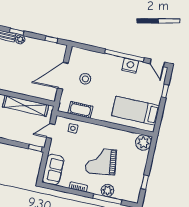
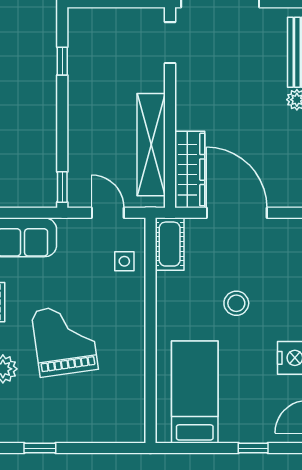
stool: (85, 79) -> (236, 303), moved
wardrobe: (40, 92) -> (190, 170), added
cot: (80, 110) -> (170, 244), moved
plant: (143, 142) -> (128, 425), removed

